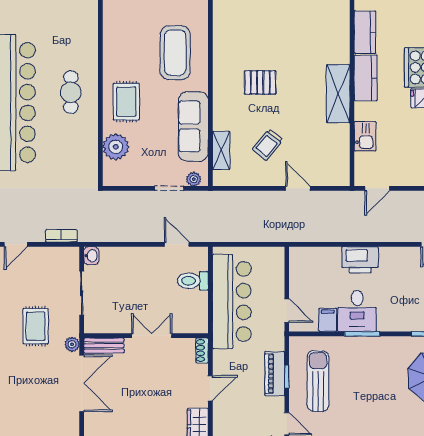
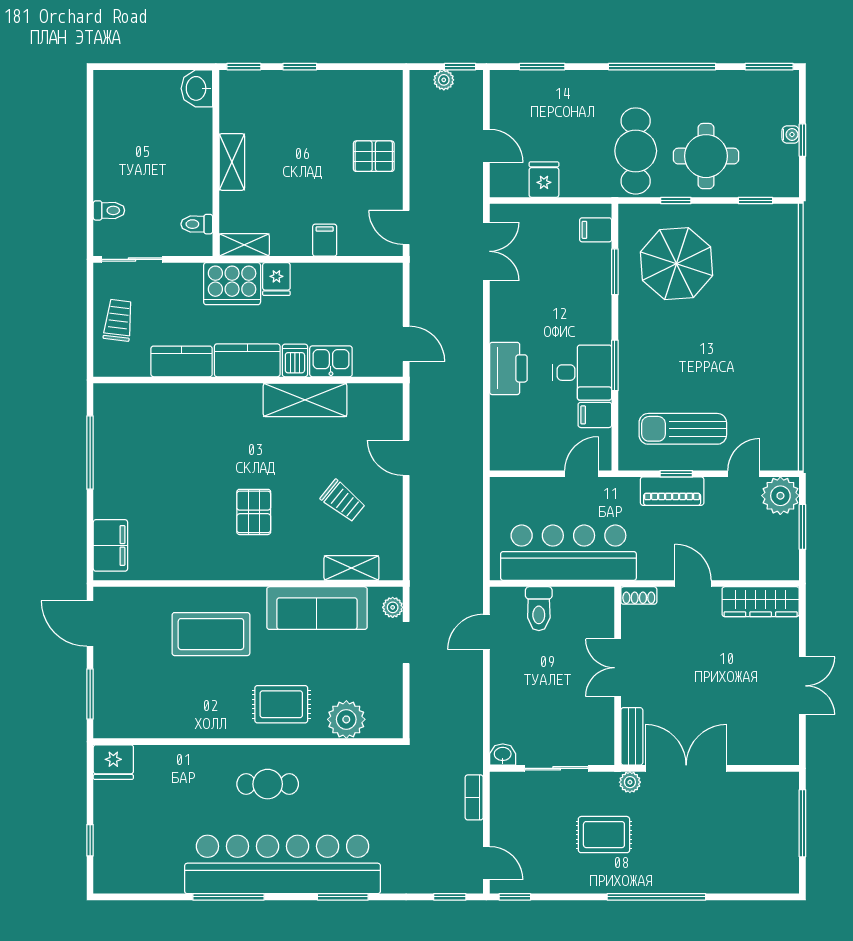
shelving: (338, 94) -> (305, 400), moved
dishwasher: (366, 111) -> (295, 360), added
door: (298, 188) -> (406, 458), hinge flipped

